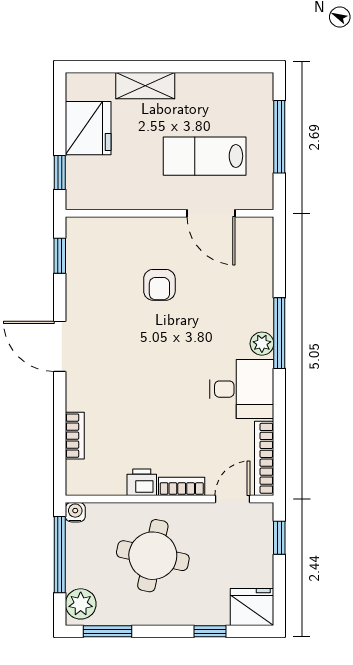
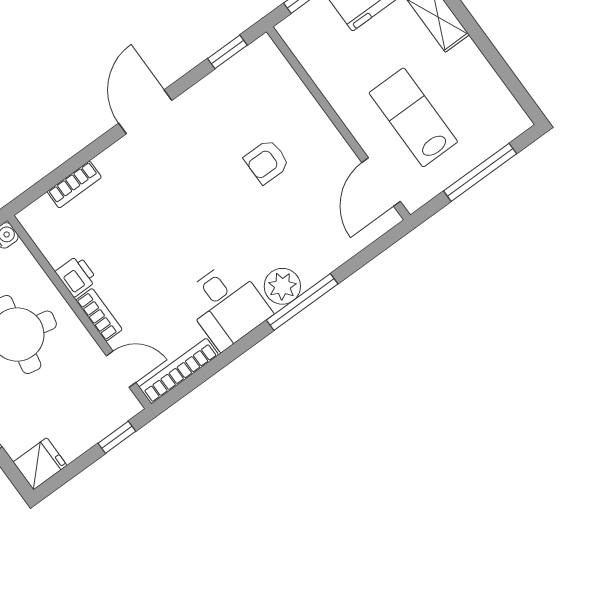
door: (211, 213) -> (381, 182), moved
plant: (262, 344) -> (282, 286), width x1.38, depth x1.38
fridge: (252, 607) -> (40, 464), width x0.72

